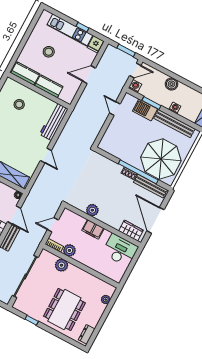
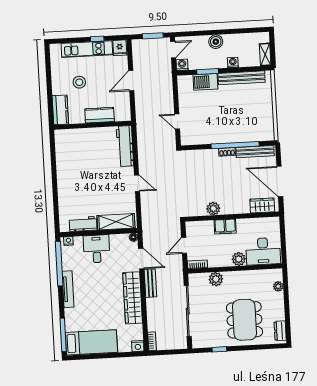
kitchen counter: (25, 73) -> (60, 110), moved, turned 90
stool: (19, 104) -> (82, 150), removed
door: (115, 108) -> (177, 121), moved
parasol: (161, 159) -> (249, 120), removed
plant: (69, 250) -> (239, 259), moved
desk: (120, 250) -> (263, 251), moved, turned 180

